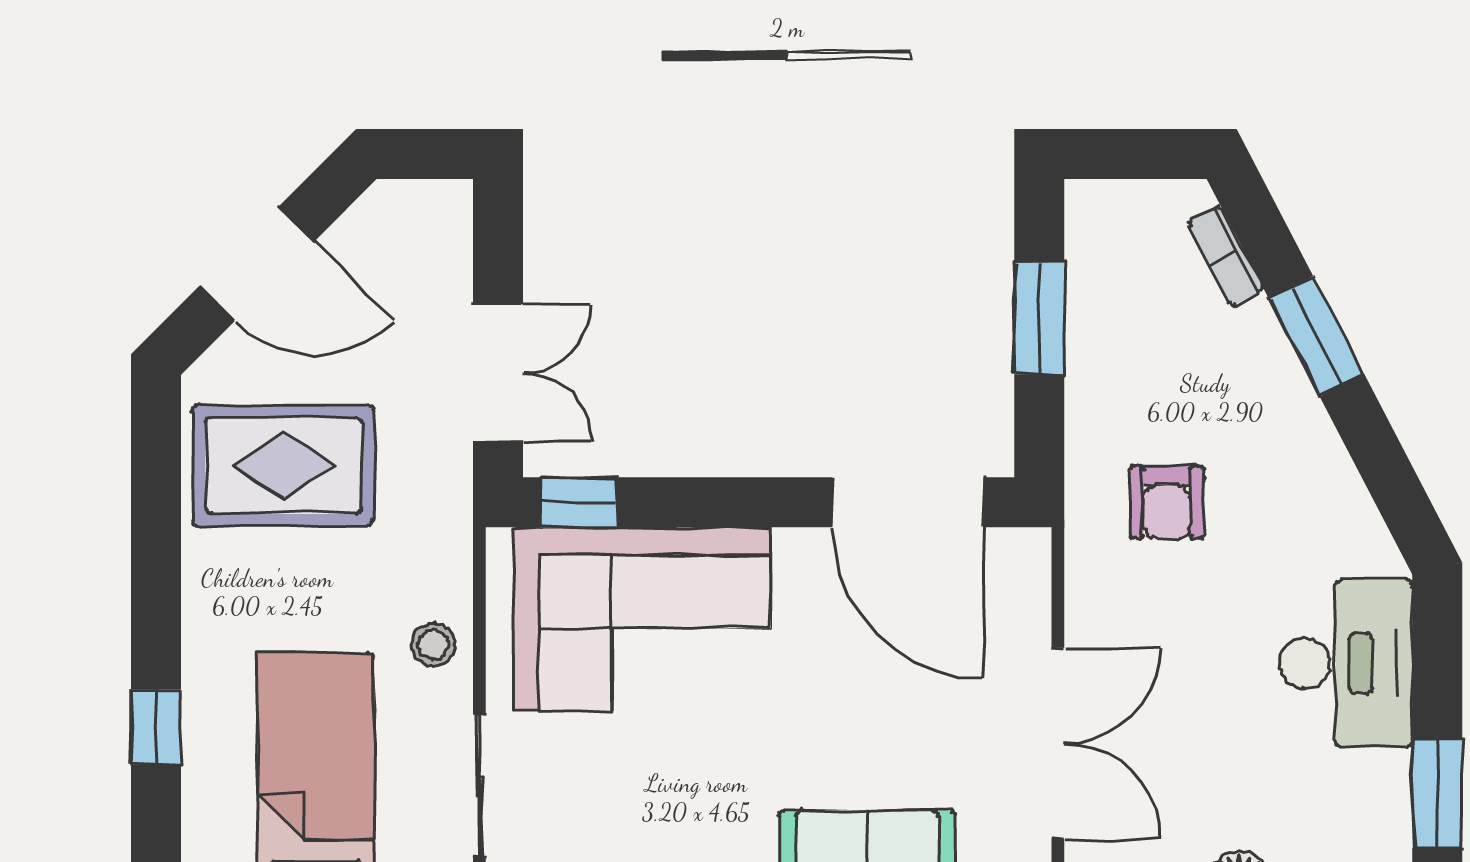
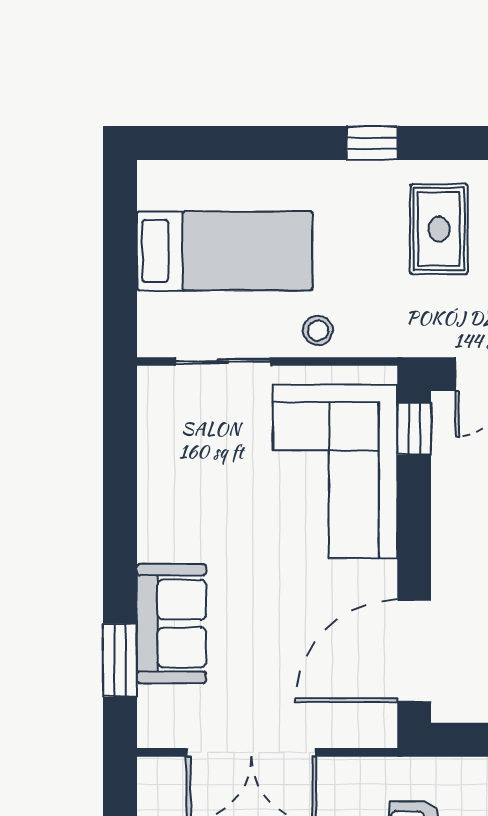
rug: (283, 466) -> (439, 229), width x0.73, depth x0.70
window: (156, 727) -> (372, 143), moved

